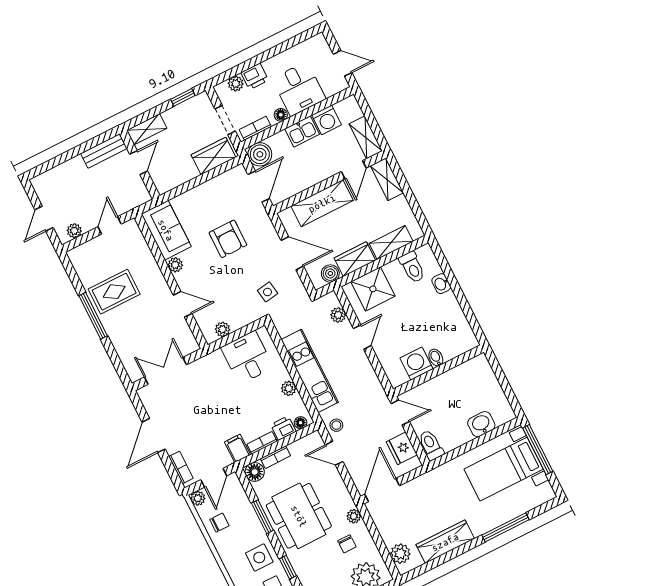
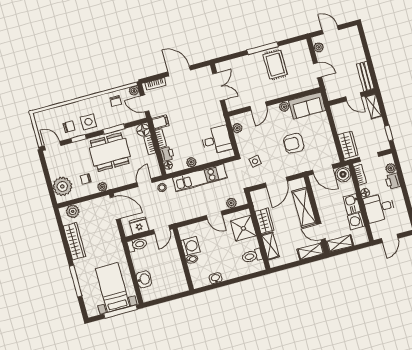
boiler: (330, 273) -> (259, 203), removed
washbasin: (441, 284) -> (216, 278), moved

